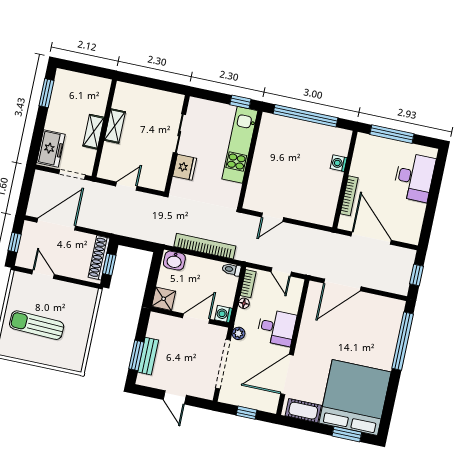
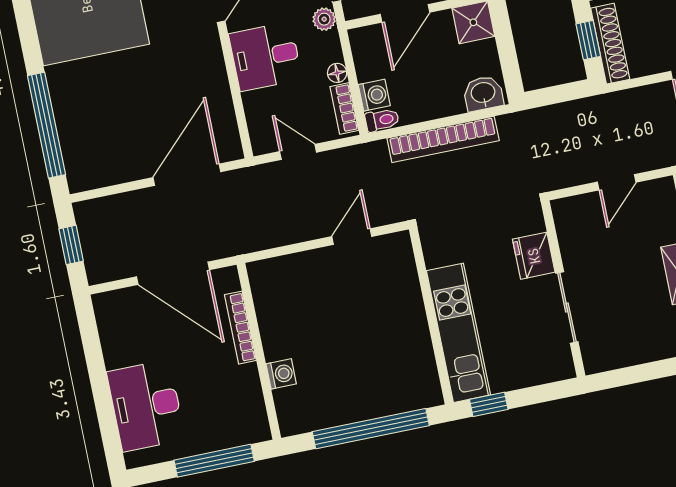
washing machine: (223, 314) -> (374, 95), moved

